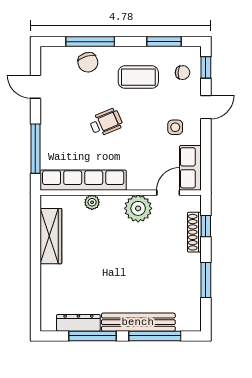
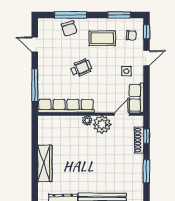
plant: (92, 202) -> (87, 120), moved
wardrobe: (51, 236) -> (45, 163), moved

